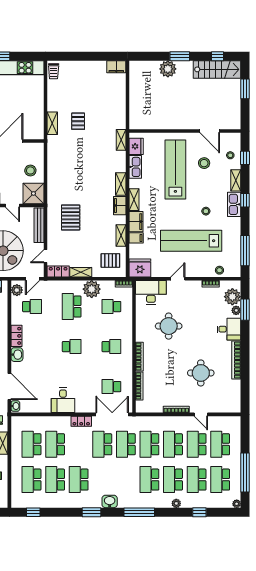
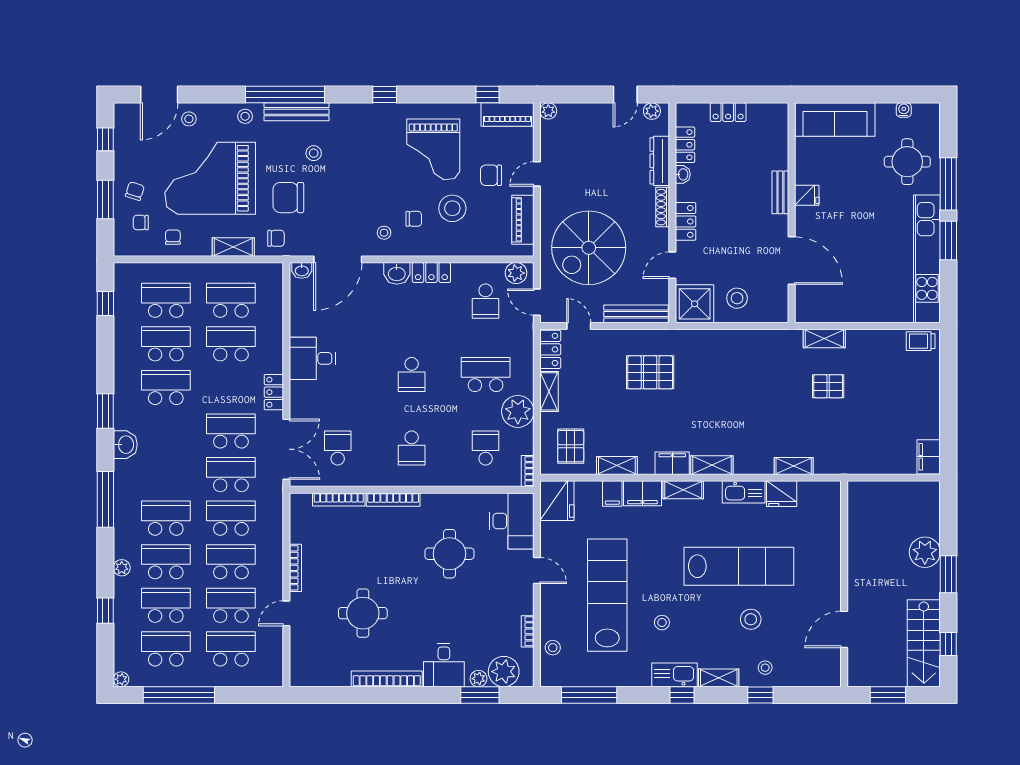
wall: (185, 131) -> (844, 584), moved
door: (210, 131) -> (844, 629), moved

